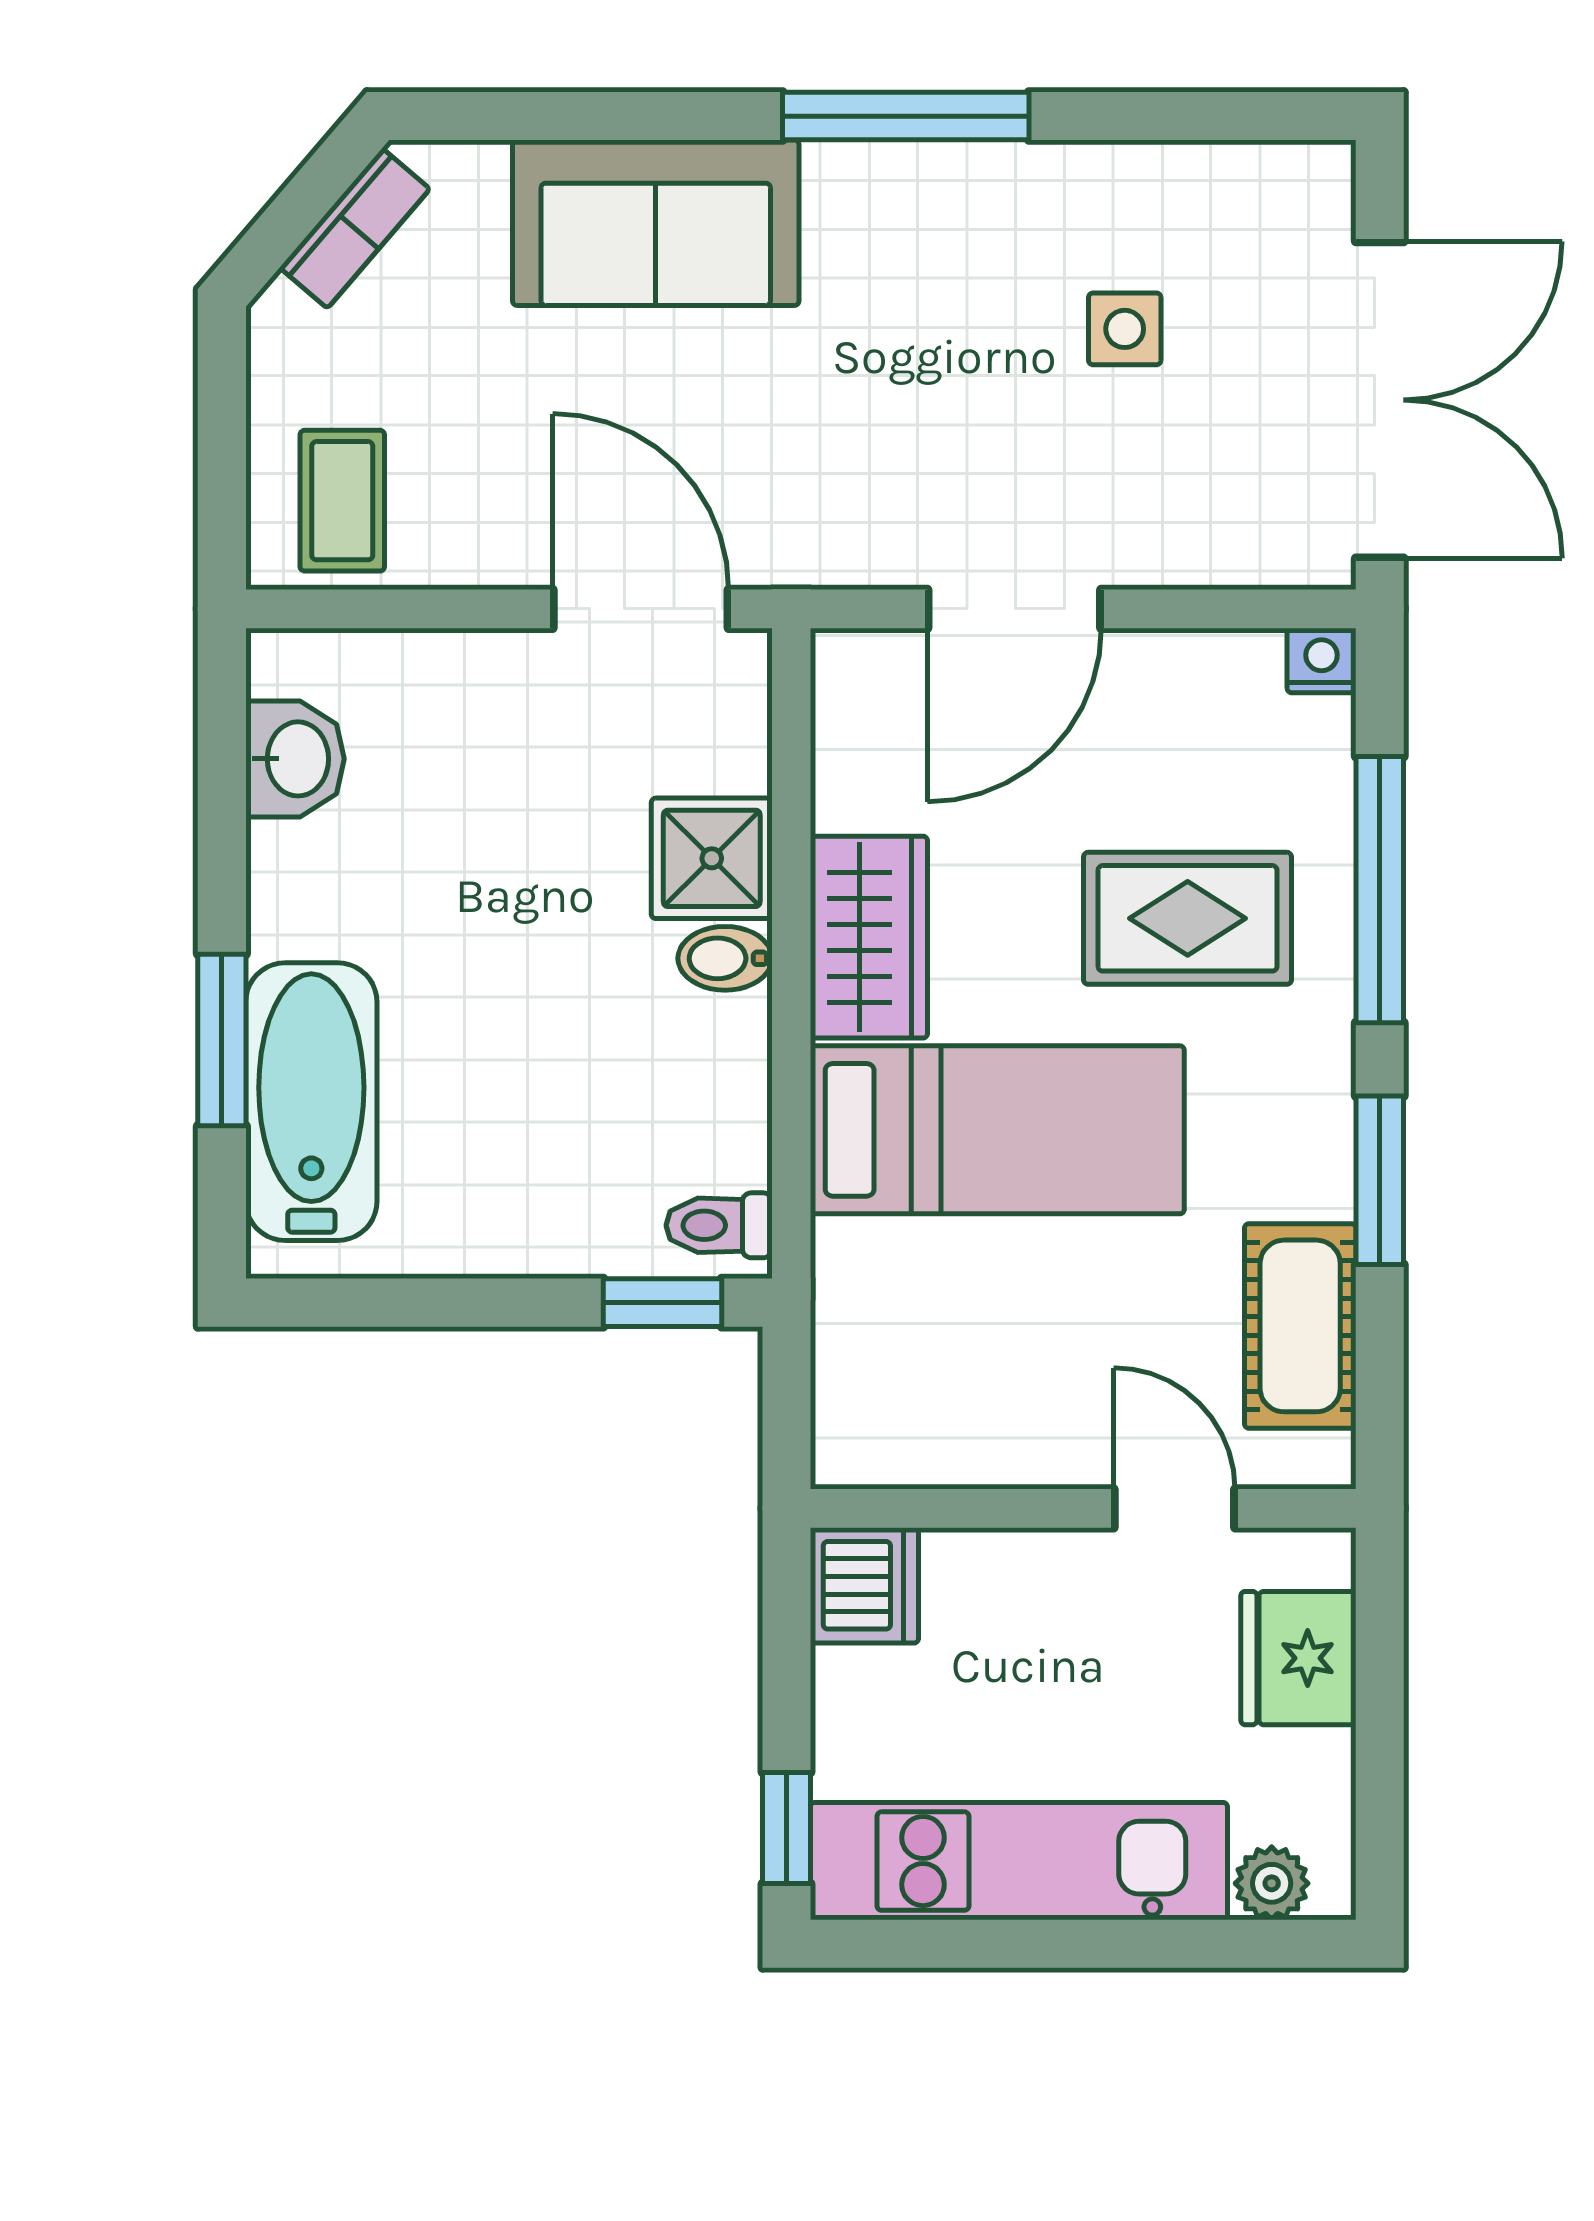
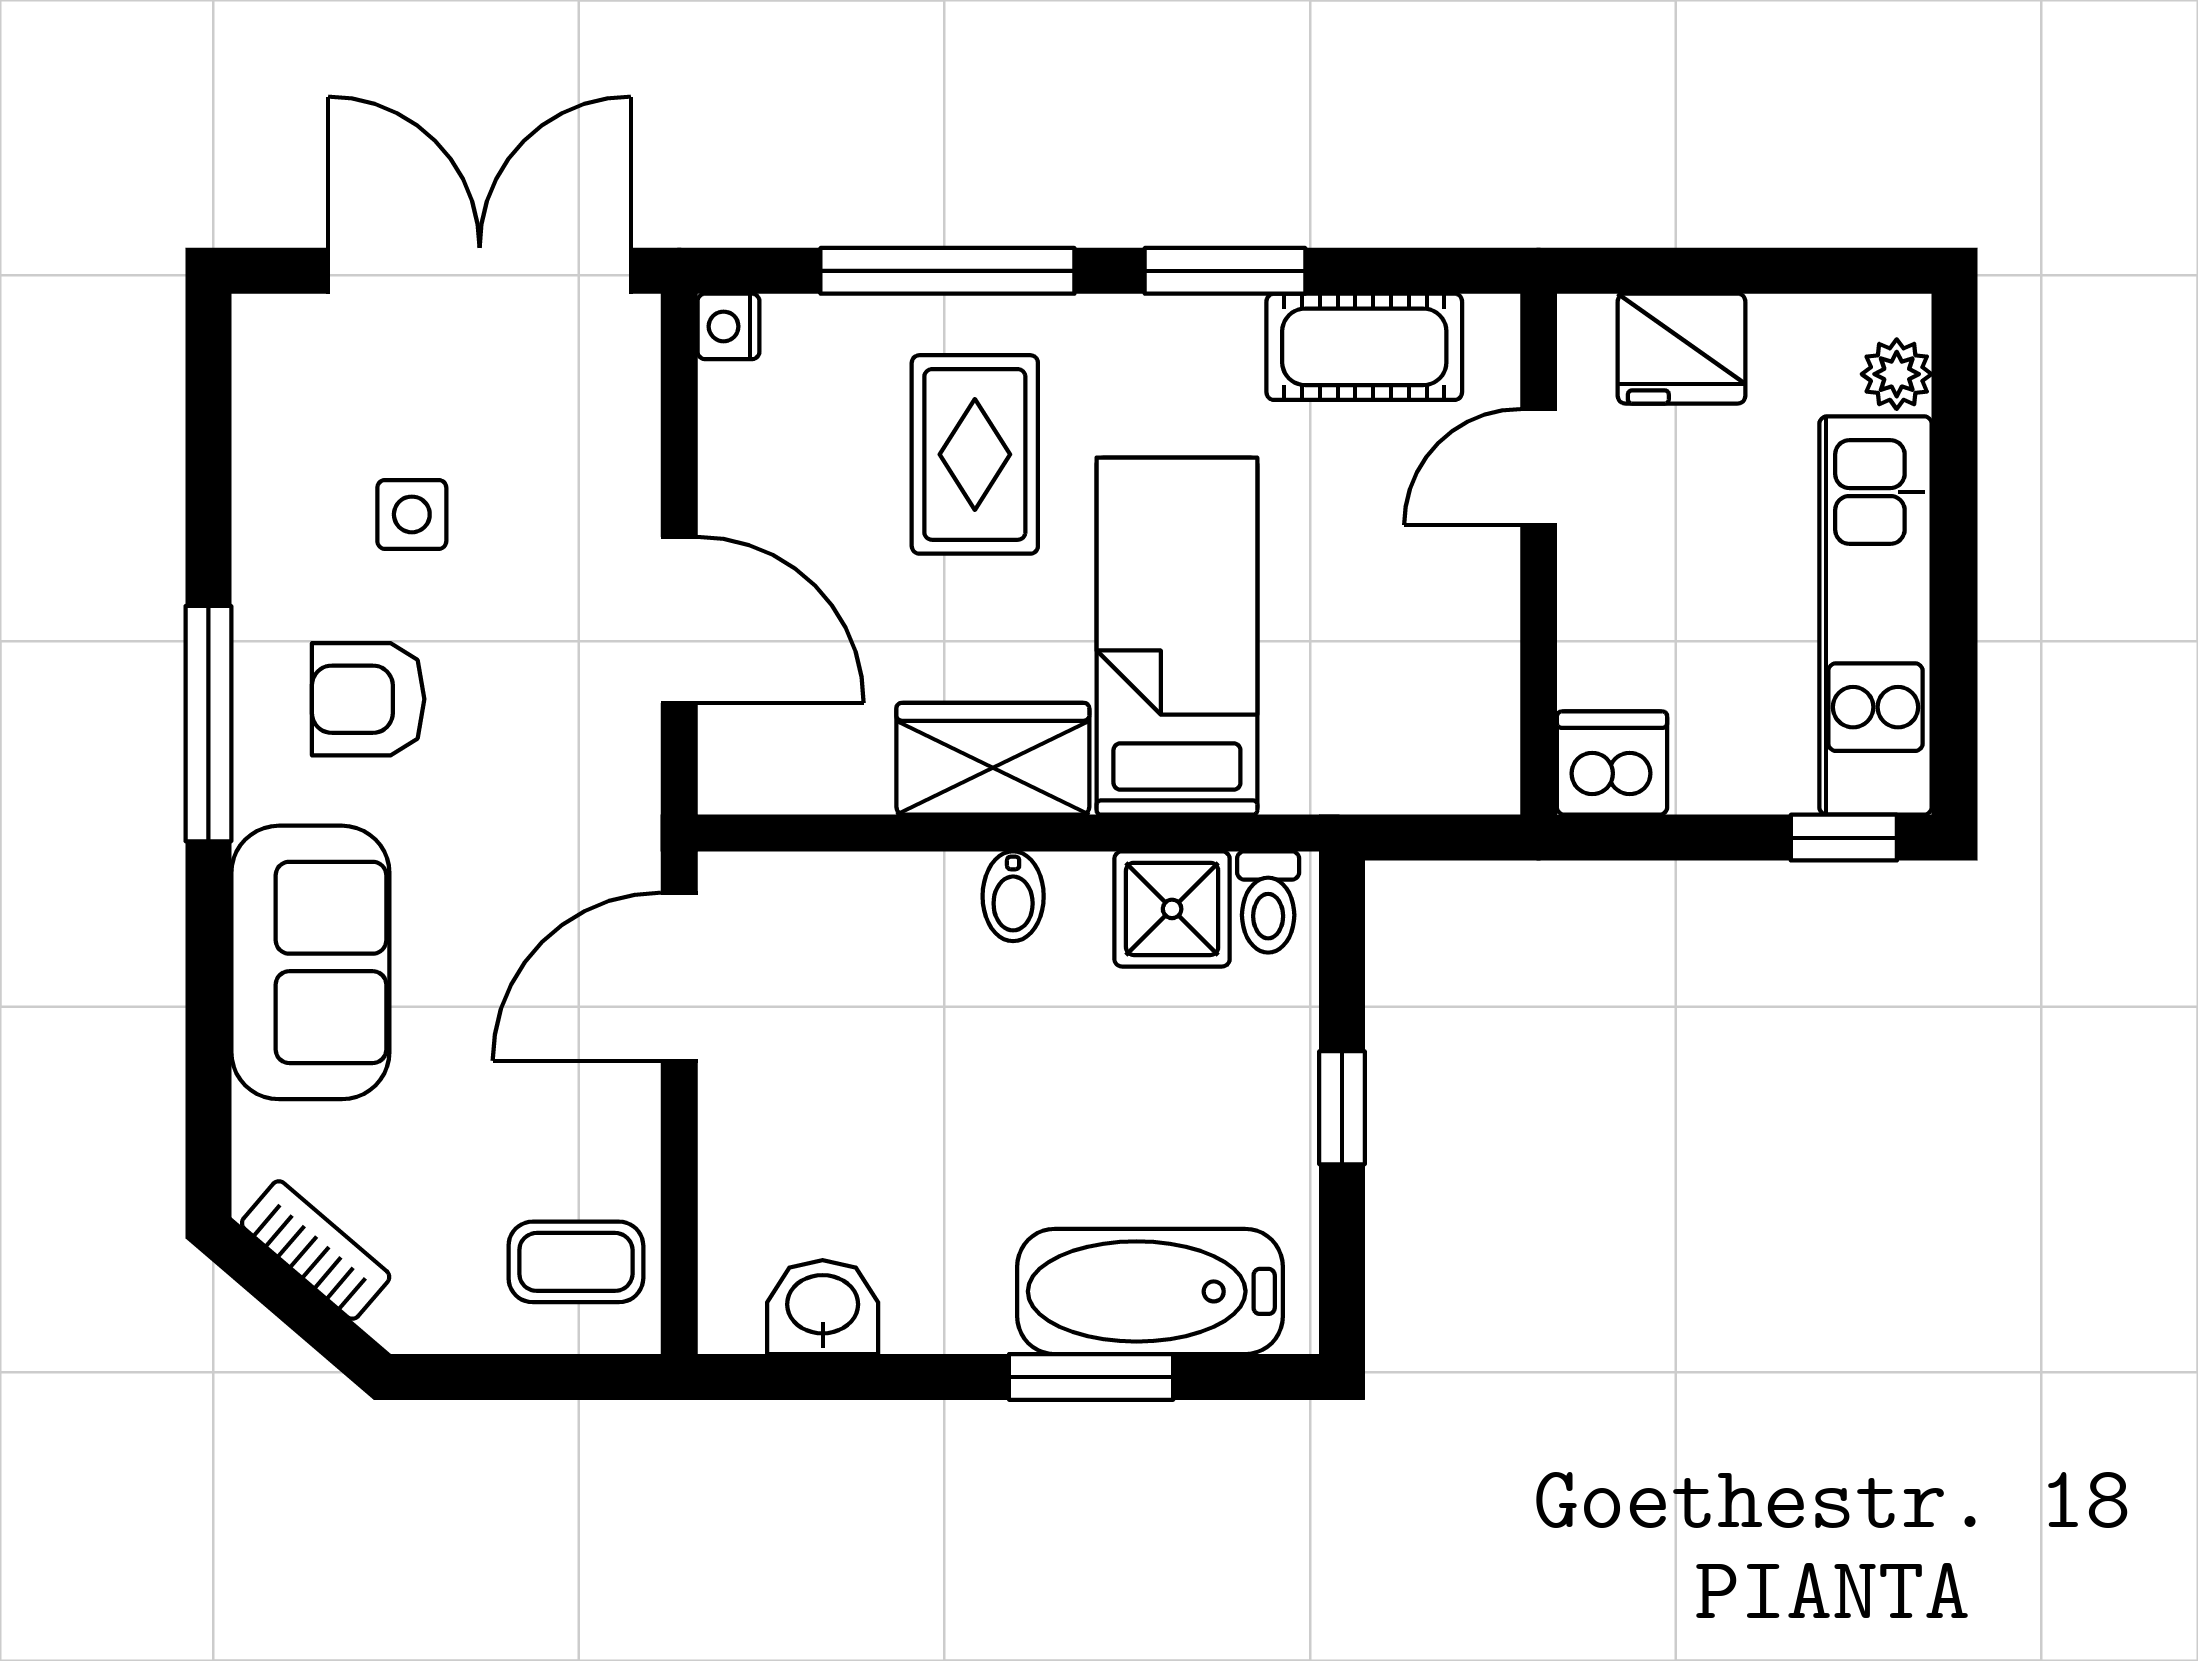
armchair: (931, 283) -> (368, 699), added
shower: (712, 858) -> (1172, 909), moved
window: (662, 1303) -> (1342, 1108), moved

